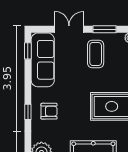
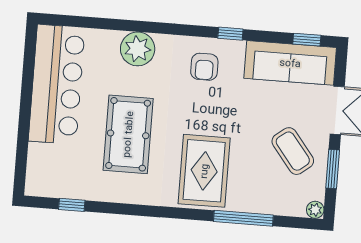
coffee table: (96, 54) -> (293, 151), turned 52
window: (28, 112) -> (230, 34), moved

